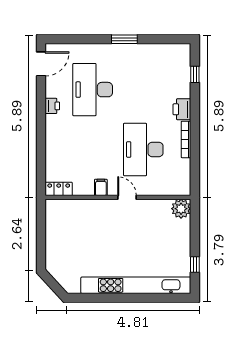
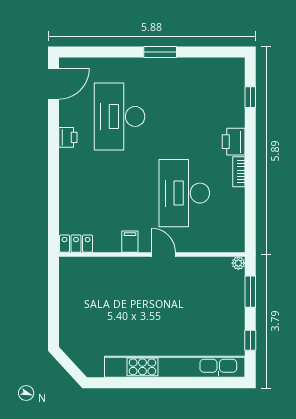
bookcase: (186, 139) -> (239, 172), width x0.64
plant: (181, 209) -> (238, 263), width x0.53, depth x0.53
window: (195, 227) -> (250, 292), added

